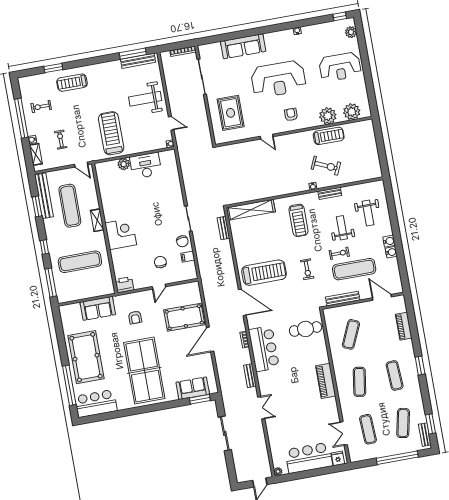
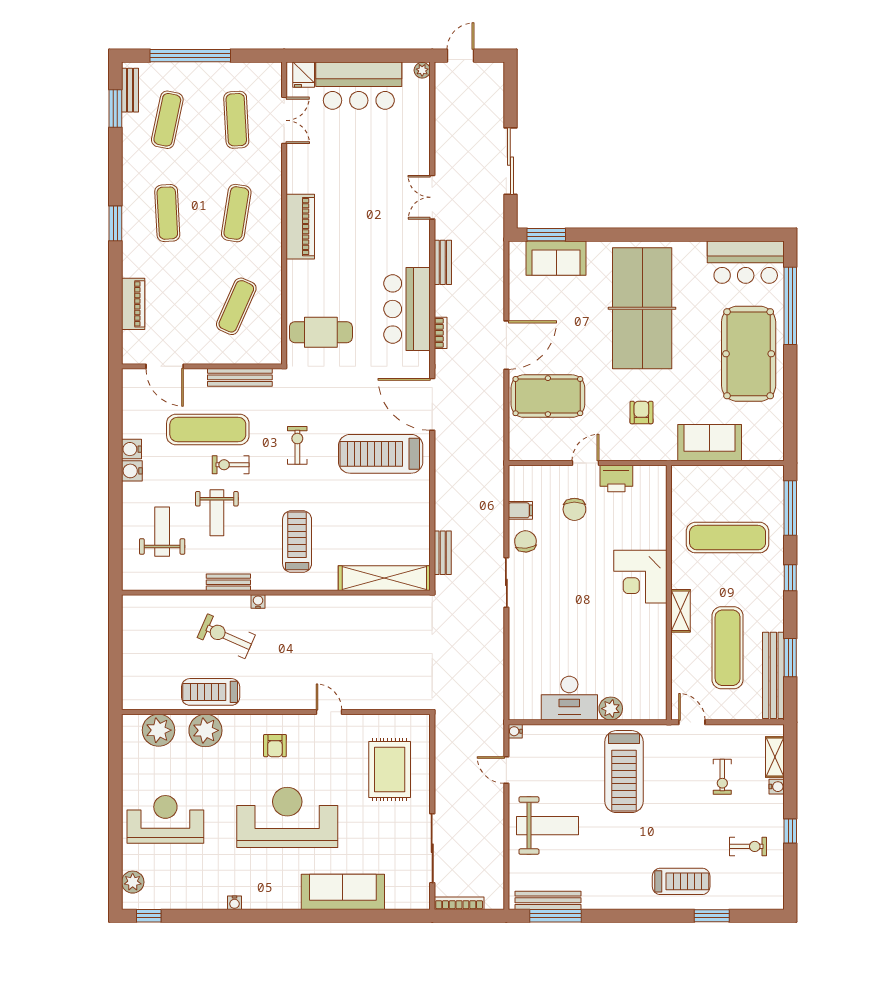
window: (21, 118) -> (790, 831), width x0.32
printer: (124, 285) -> (616, 478), moved

